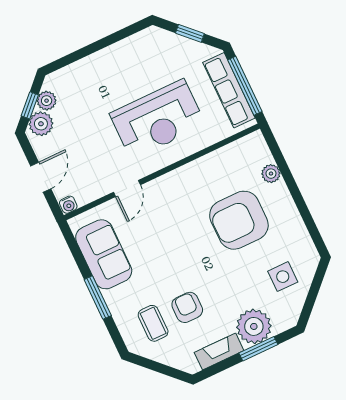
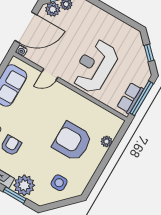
row of seats: (229, 90) -> (130, 98), width x0.68
reception desk: (158, 119) -> (95, 66), turned 90
door: (41, 177) -> (26, 28), width x1.88

